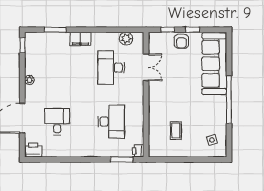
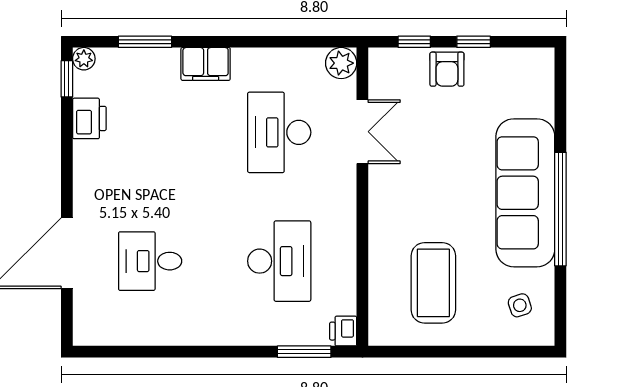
plant: (126, 39) -> (341, 63), moved
sofa: (214, 64) -> (525, 193), moved
plant: (29, 80) -> (84, 59), moved
desk: (57, 122) -> (150, 261), turned -90
coffee table: (176, 131) -> (433, 283), width x1.86, depth x1.72
printer: (33, 150) -> (89, 118), moved, turned 90

